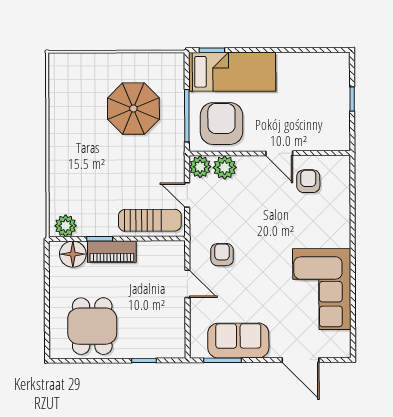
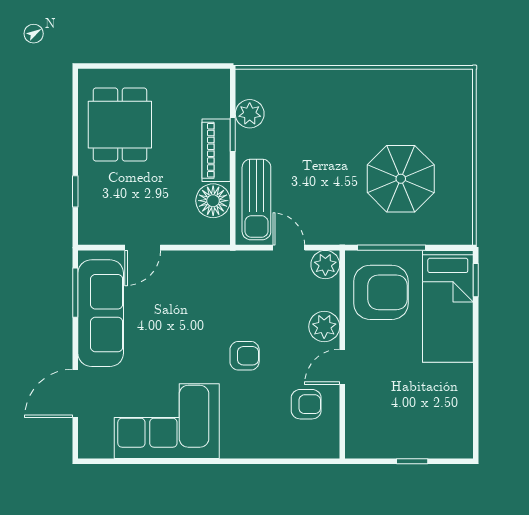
plant: (225, 167) -> (324, 327), moved
door: (187, 195) -> (289, 248), hinge flipped
plant: (66, 226) -> (250, 114), moved
floor lamp: (73, 254) -> (213, 201), moved
armchair: (222, 255) -> (245, 356), moved
door: (187, 284) -> (143, 248), moved
dining table: (92, 326) -> (120, 125), turned 90
sofa: (238, 341) -> (101, 313), width x1.36

